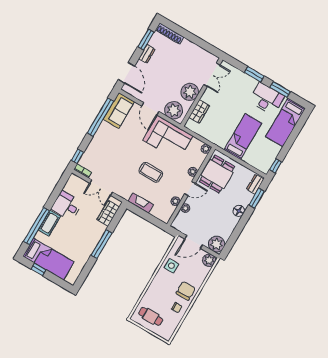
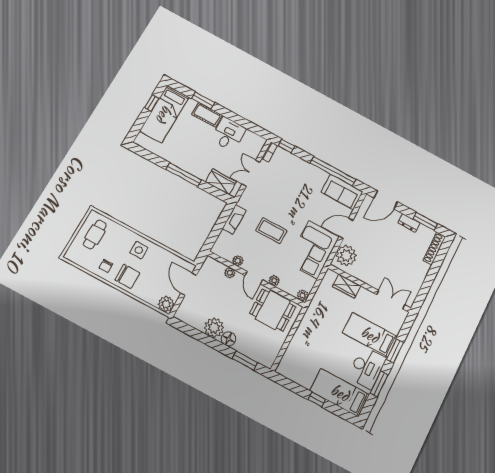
double door: (212, 75) -> (391, 300), swing flipped
plant: (190, 92) -> (369, 274), removed
bed: (243, 137) -> (370, 335), moved, turned 180
window: (276, 166) -> (317, 399), moved
coffee table: (151, 172) -> (271, 231), turned 90
dresser: (255, 184) -> (262, 358), removed
window: (36, 226) -> (203, 100), width x0.47
plant: (217, 244) -> (214, 328), moved
side table: (171, 266) -> (139, 250), moved

